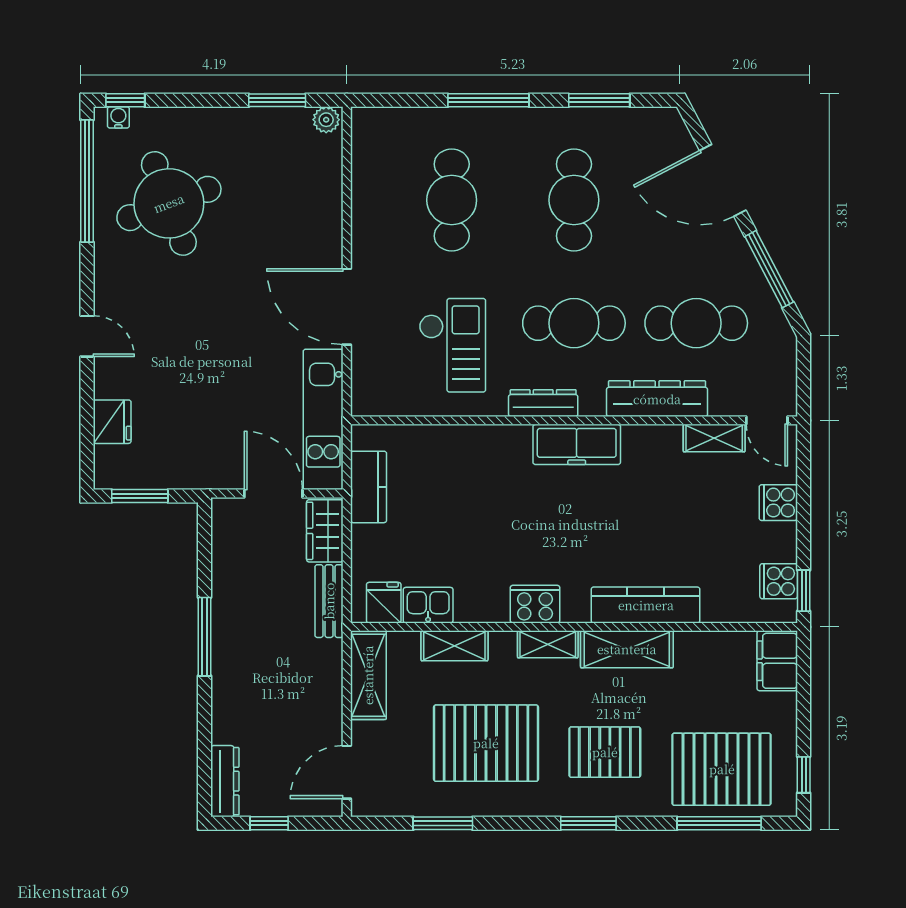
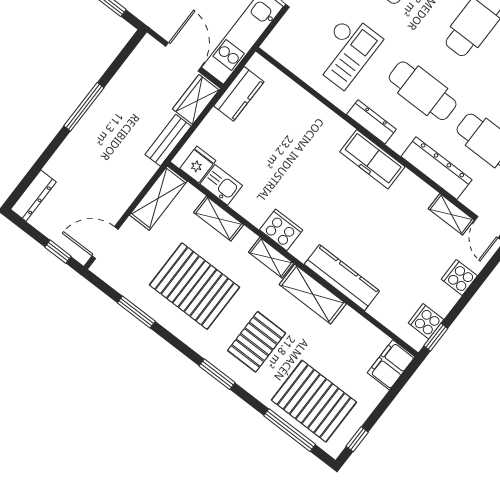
pallet: (605, 752) -> (257, 342), turned 90
window: (269, 823) -> (58, 252), moved

